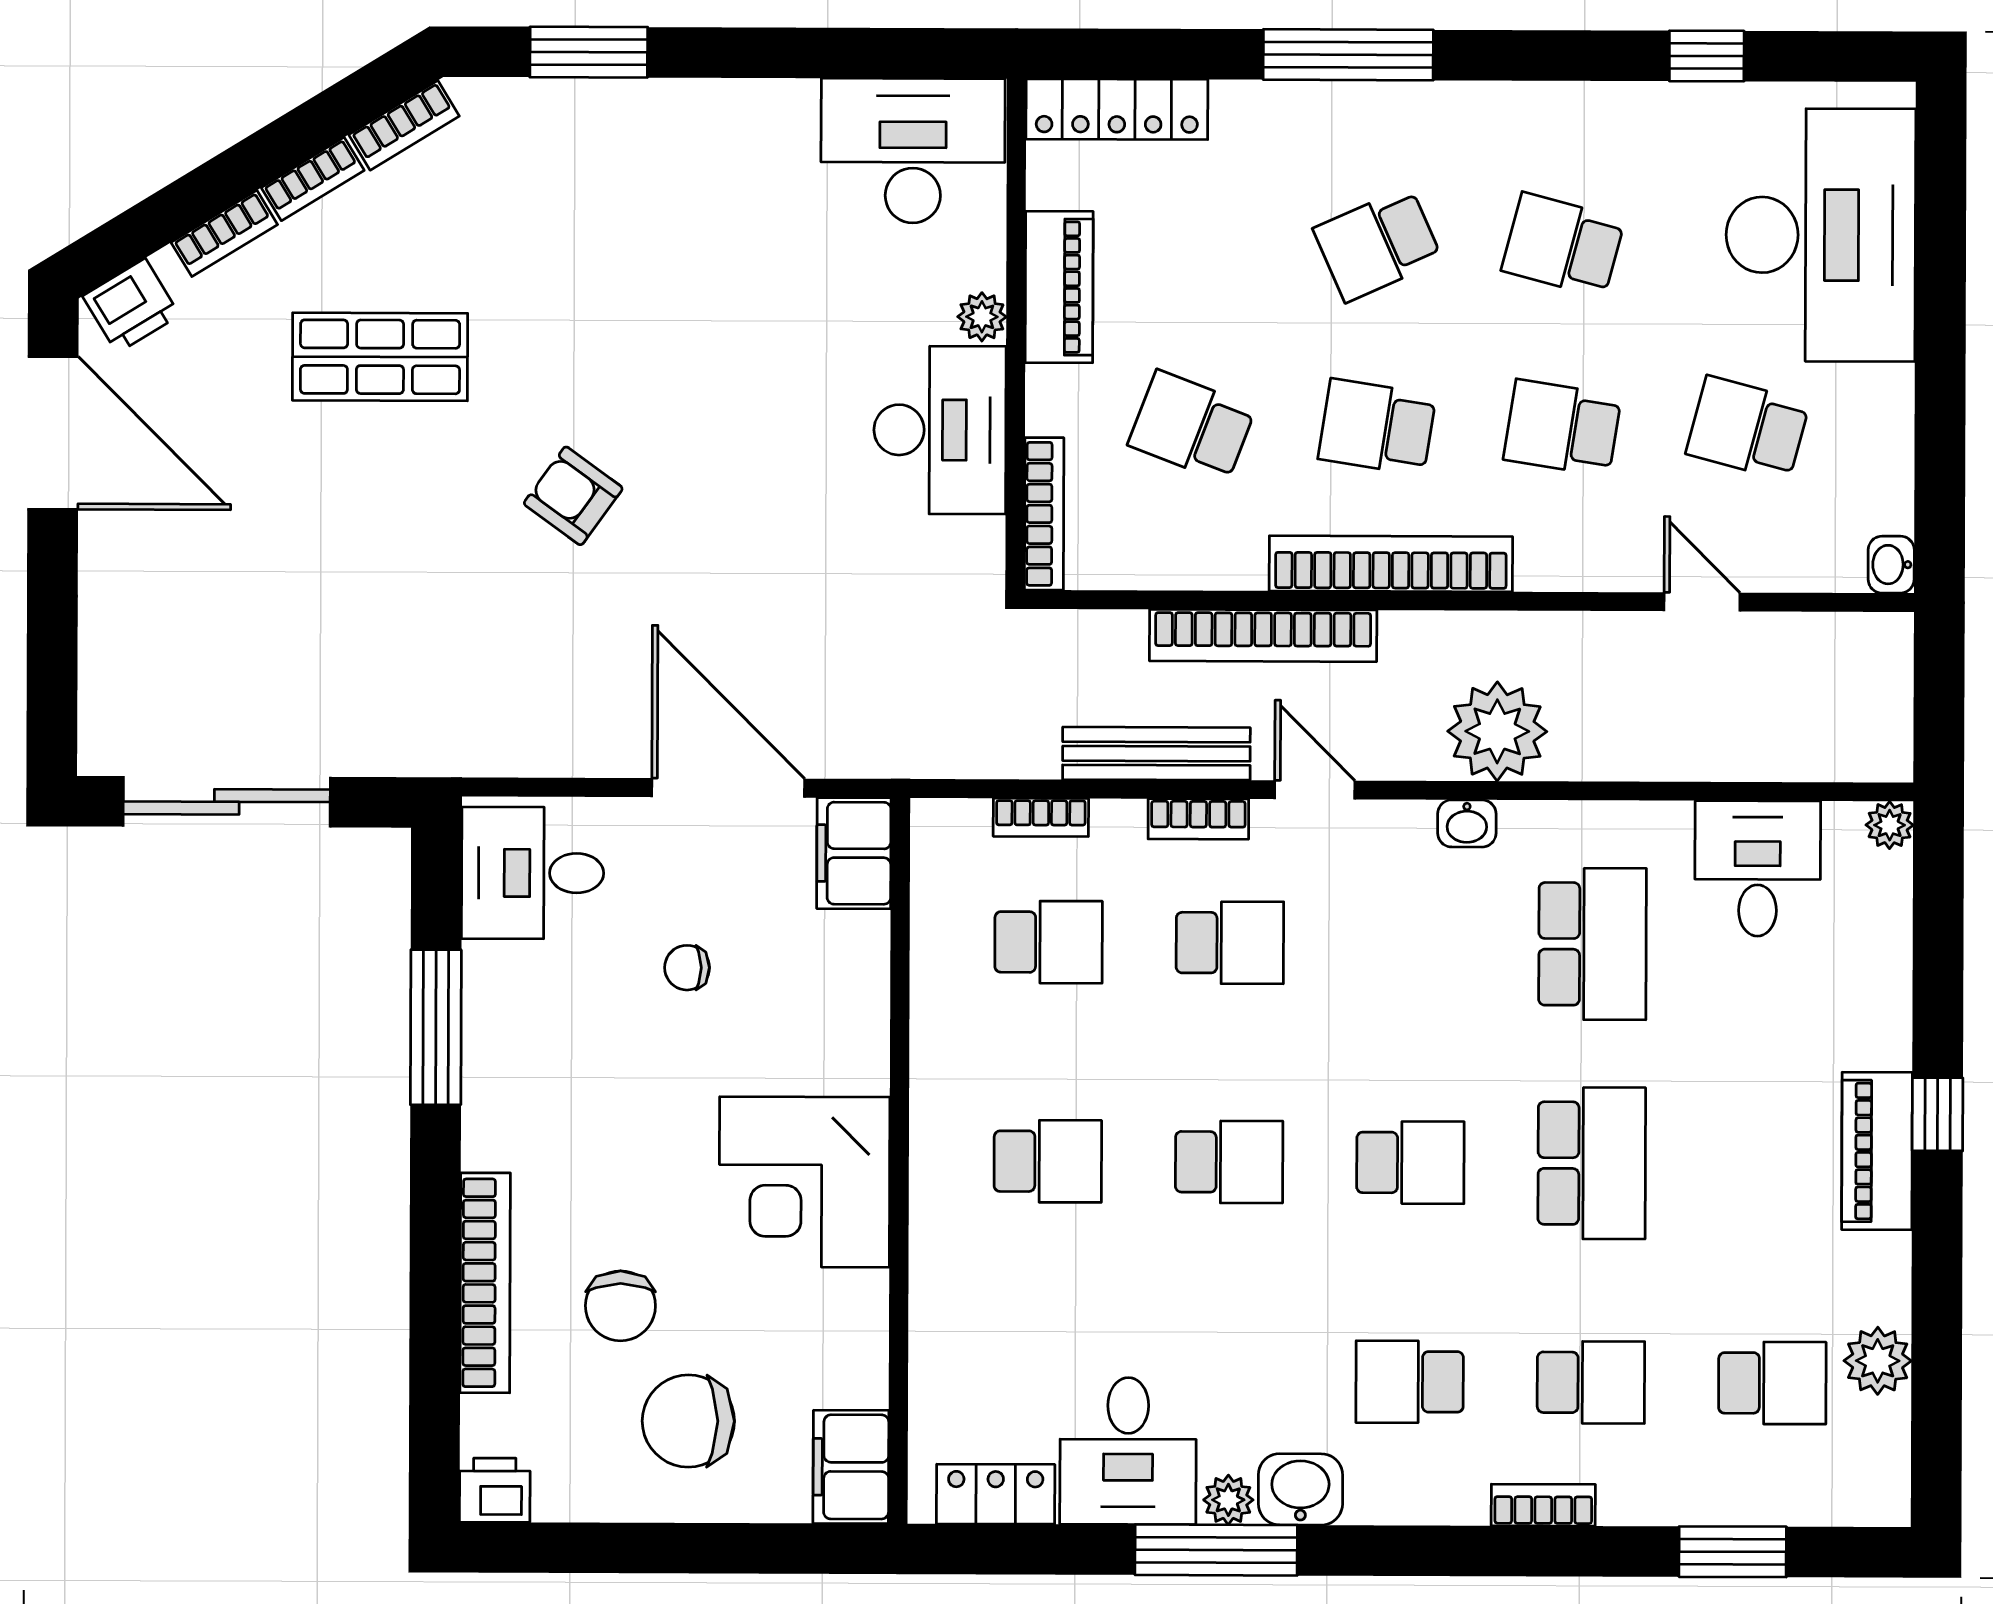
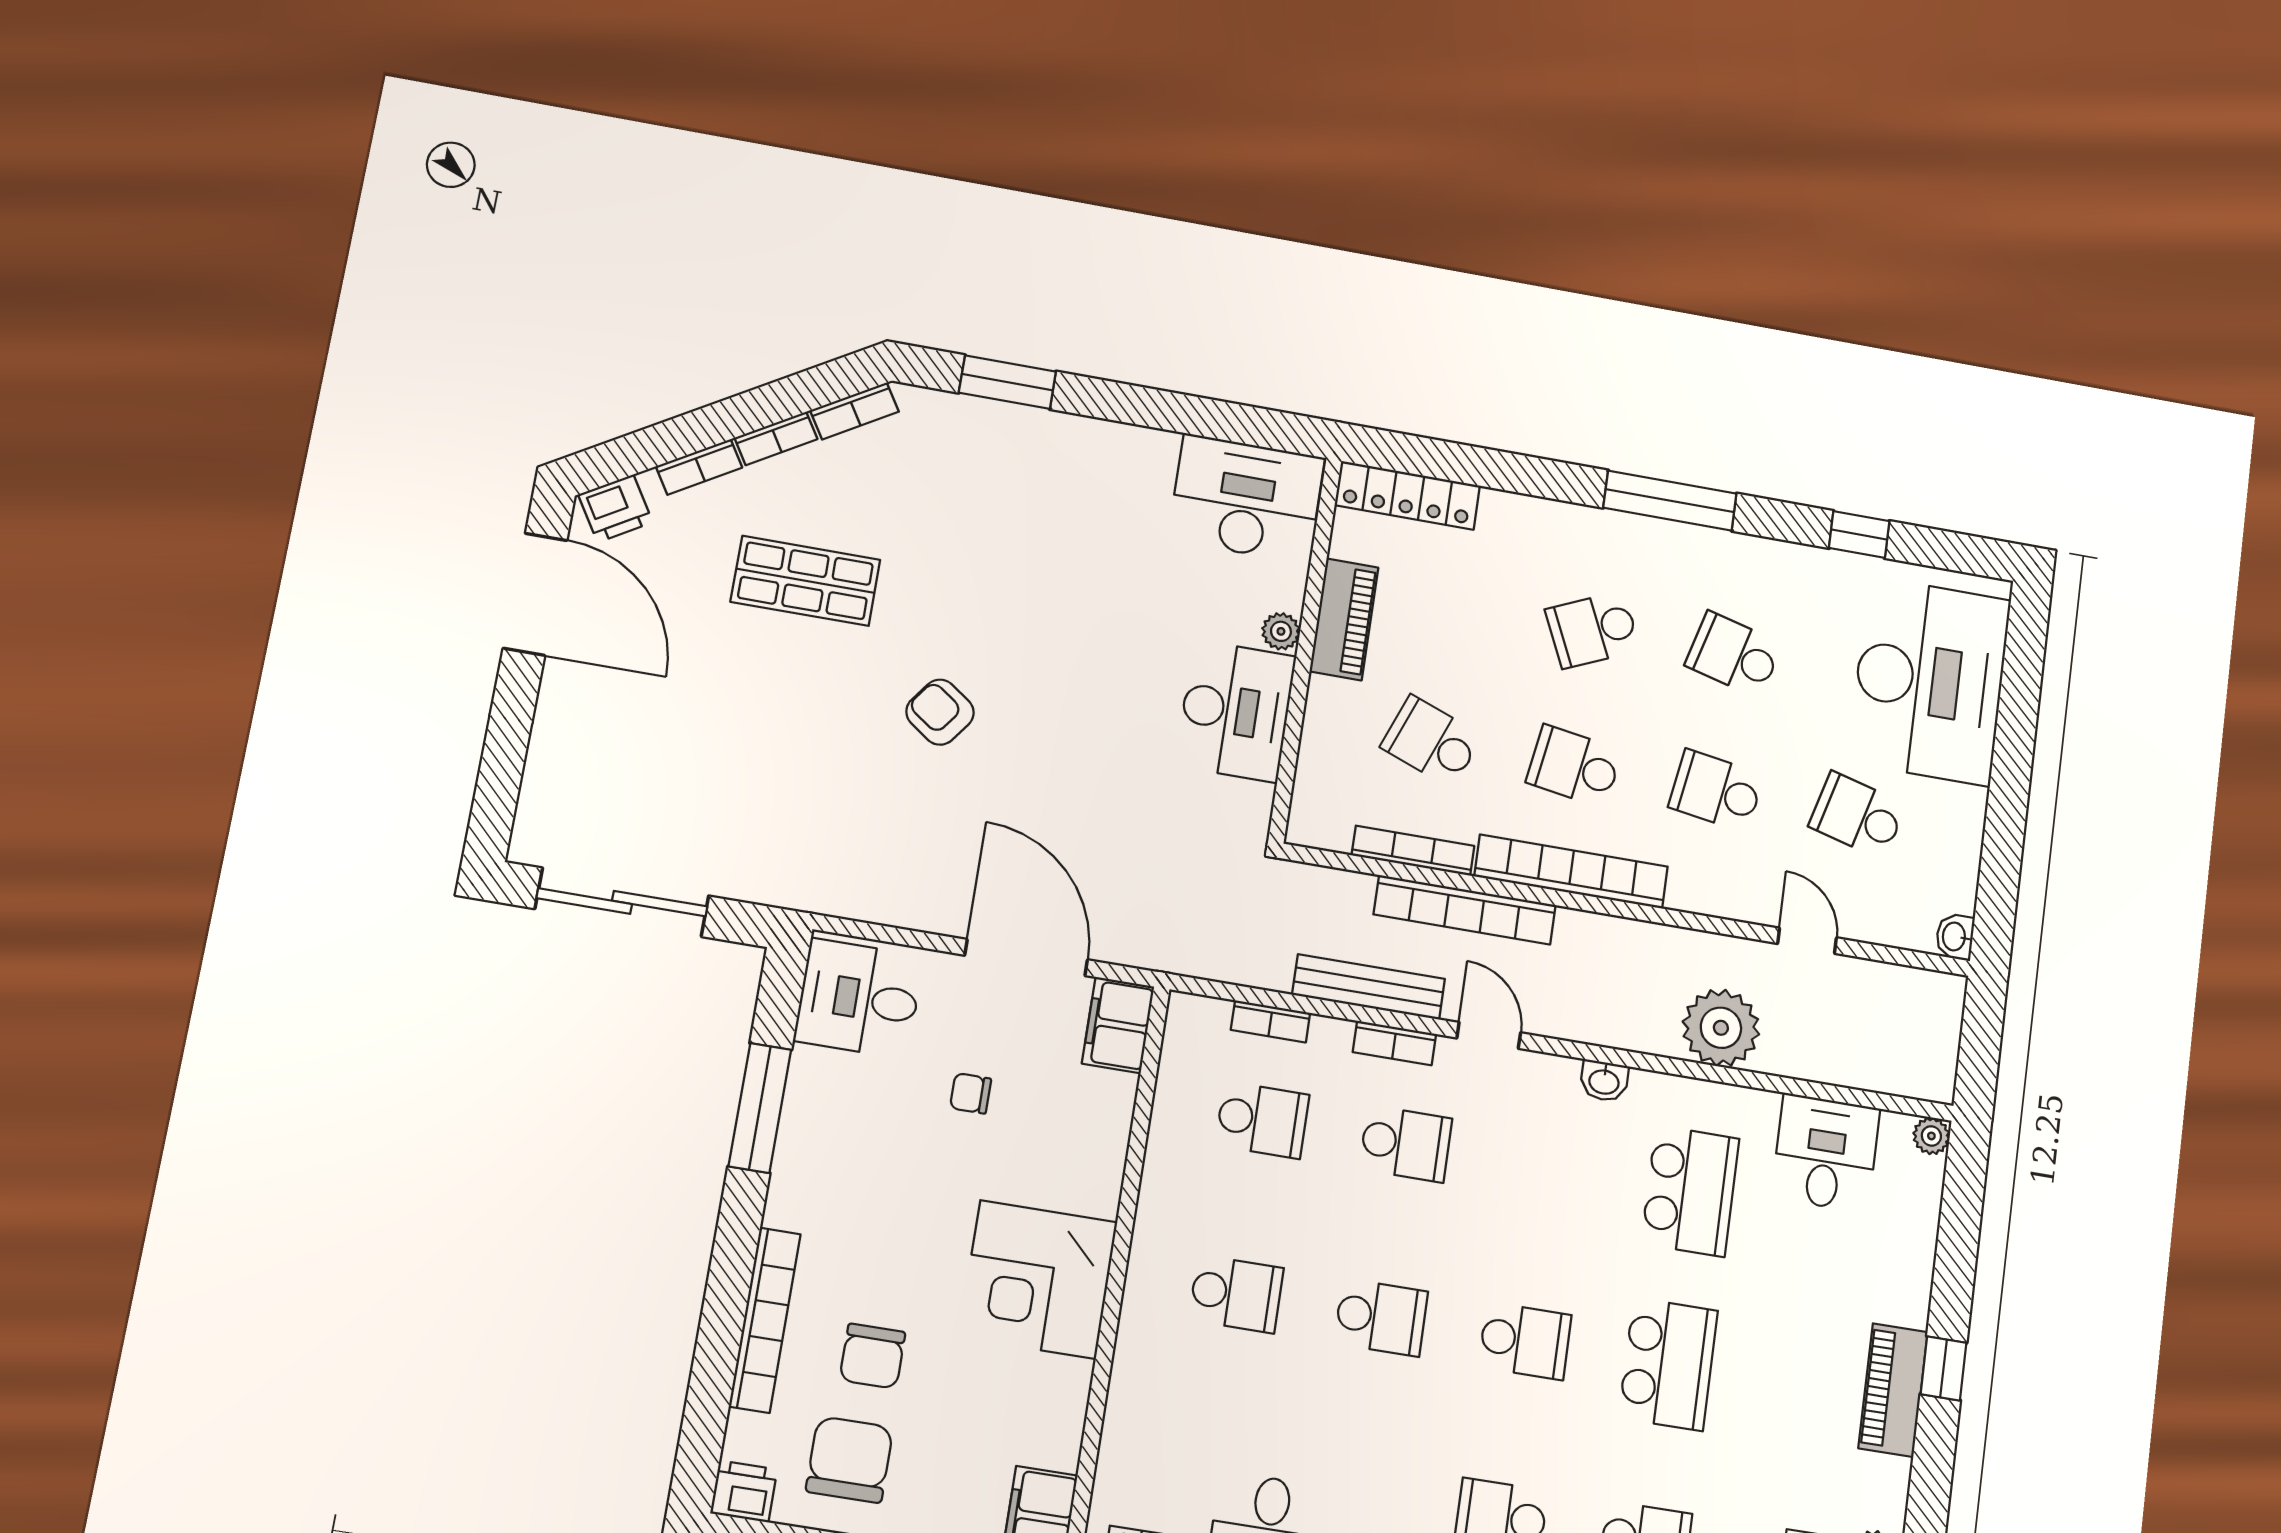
window: (1348, 55) -> (1670, 501), moved
bookcase: (1044, 514) -> (1413, 851), moved, turned -90
plant: (1497, 731) -> (1721, 1028), moved
chair: (688, 1421) -> (849, 1460), moved, turned 90

